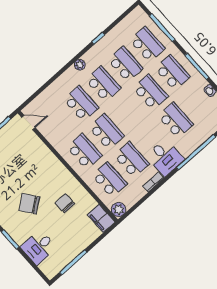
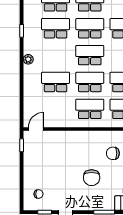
school desk: (103, 84) -> (90, 55), moved
chair: (29, 204) -> (92, 178), turned -53

